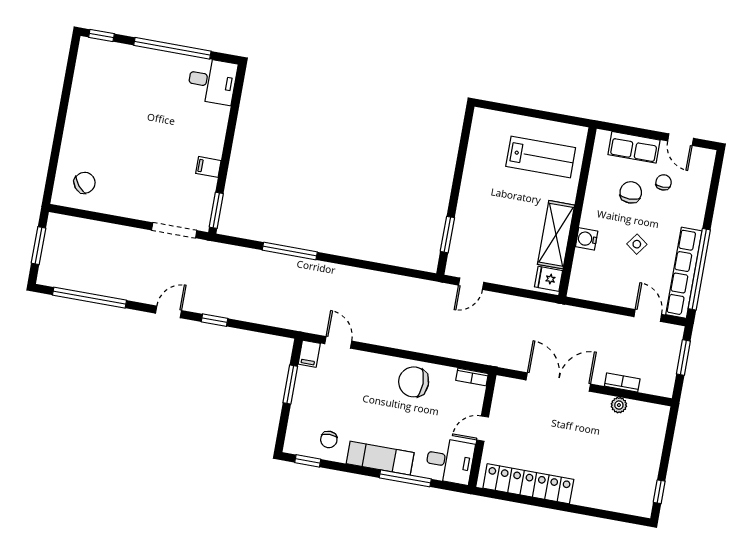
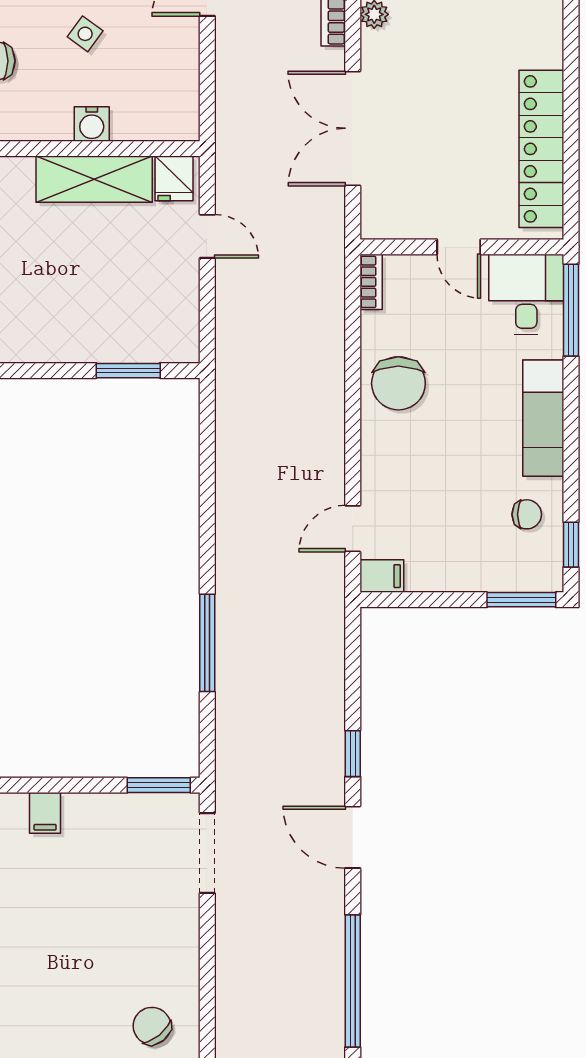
filing cabinet: (208, 167) -> (45, 813), moved
door: (471, 284) -> (207, 236), moved
door: (169, 312) -> (353, 837), width x1.38
window: (290, 384) -> (521, 600), moved
window: (405, 478) -> (571, 310), moved

